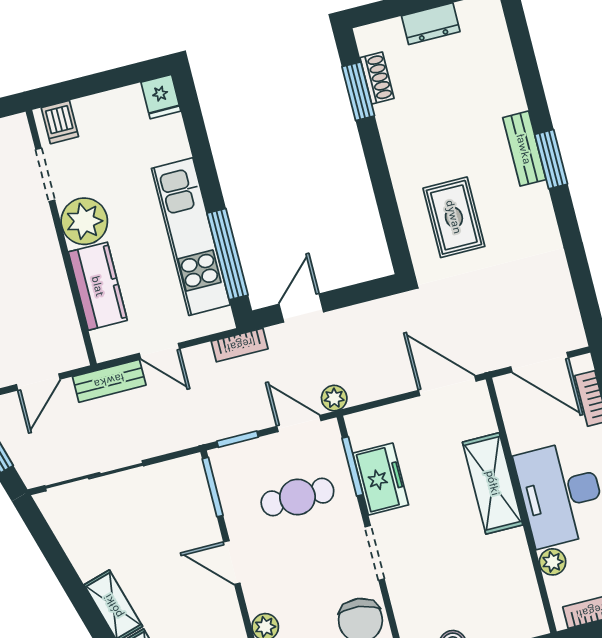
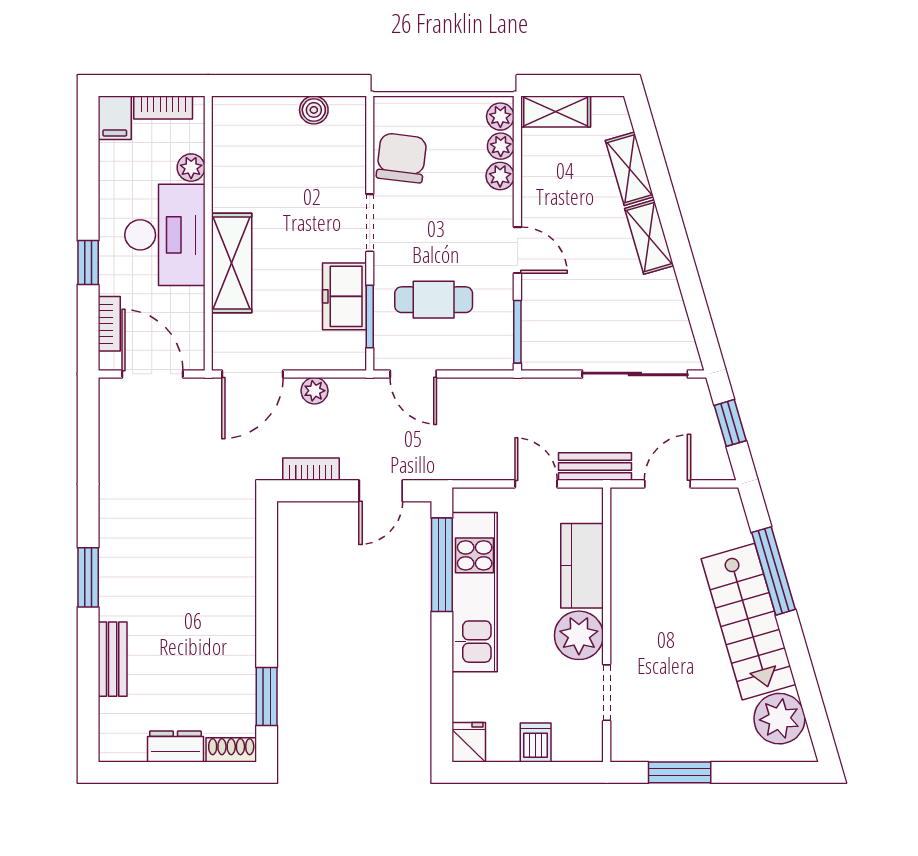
shoe rack: (377, 78) -> (231, 750), moved, turned 90
dishwasher: (60, 122) -> (536, 742), moved
bench: (524, 149) -> (113, 659), moved
rug: (454, 217) -> (202, 544), removed
bookcase: (240, 345) -> (311, 469), moved
door: (447, 386) -> (253, 374), hinge flipped
plant: (334, 398) -> (314, 391), moved
window: (238, 439) -> (480, 374), removed

